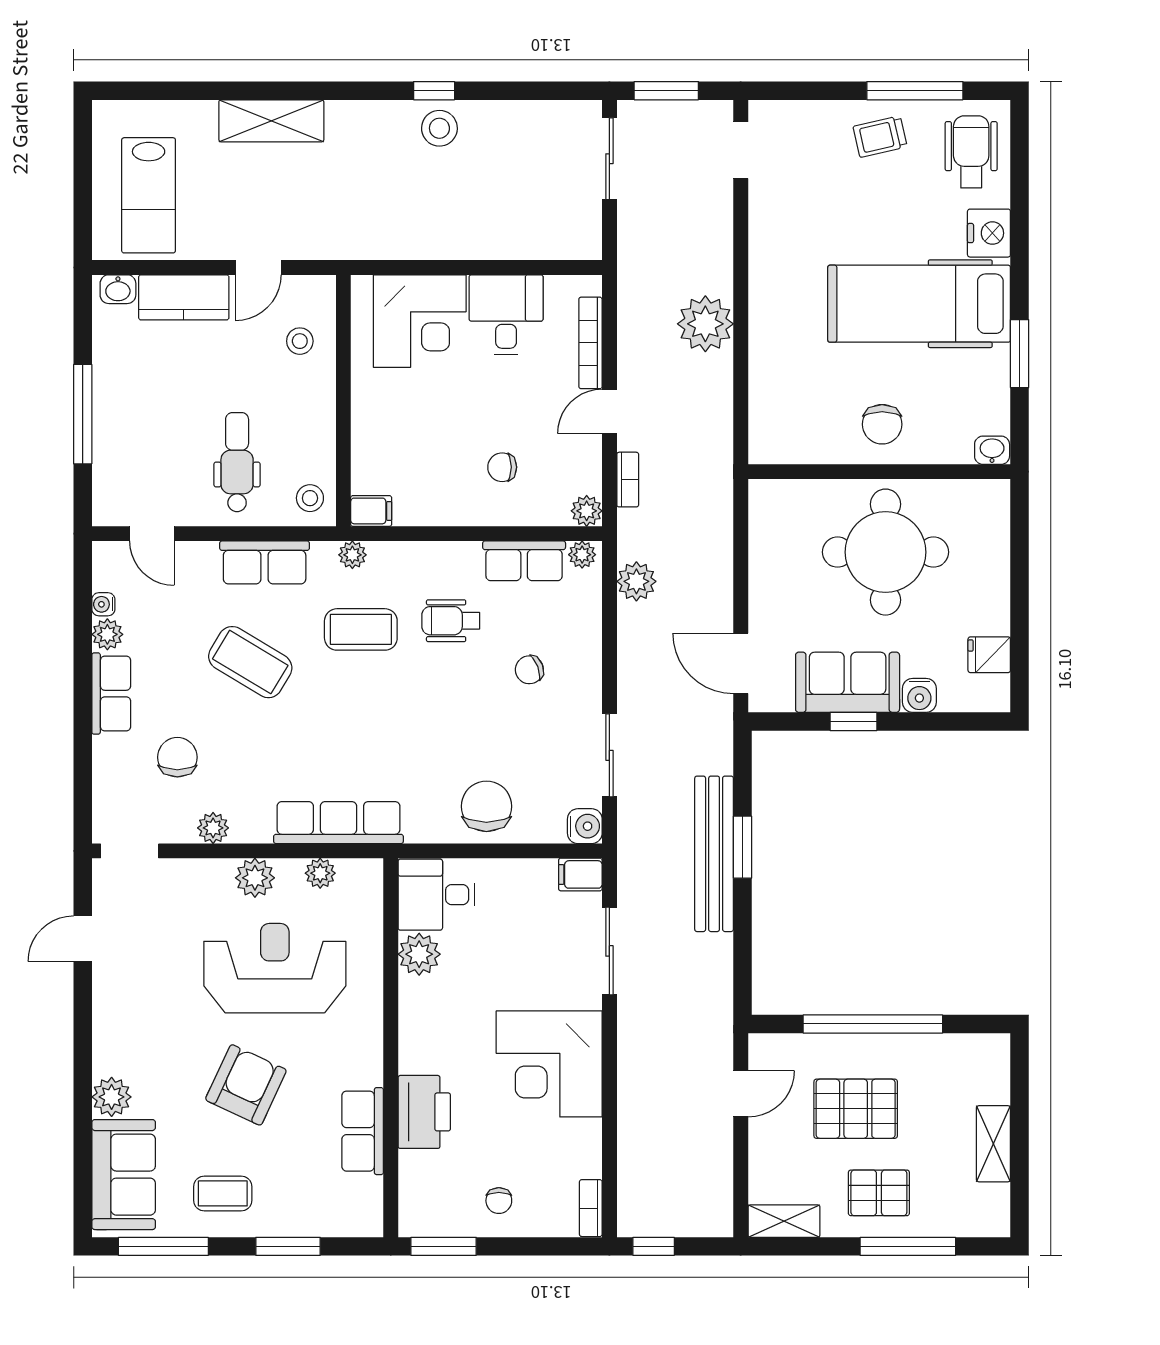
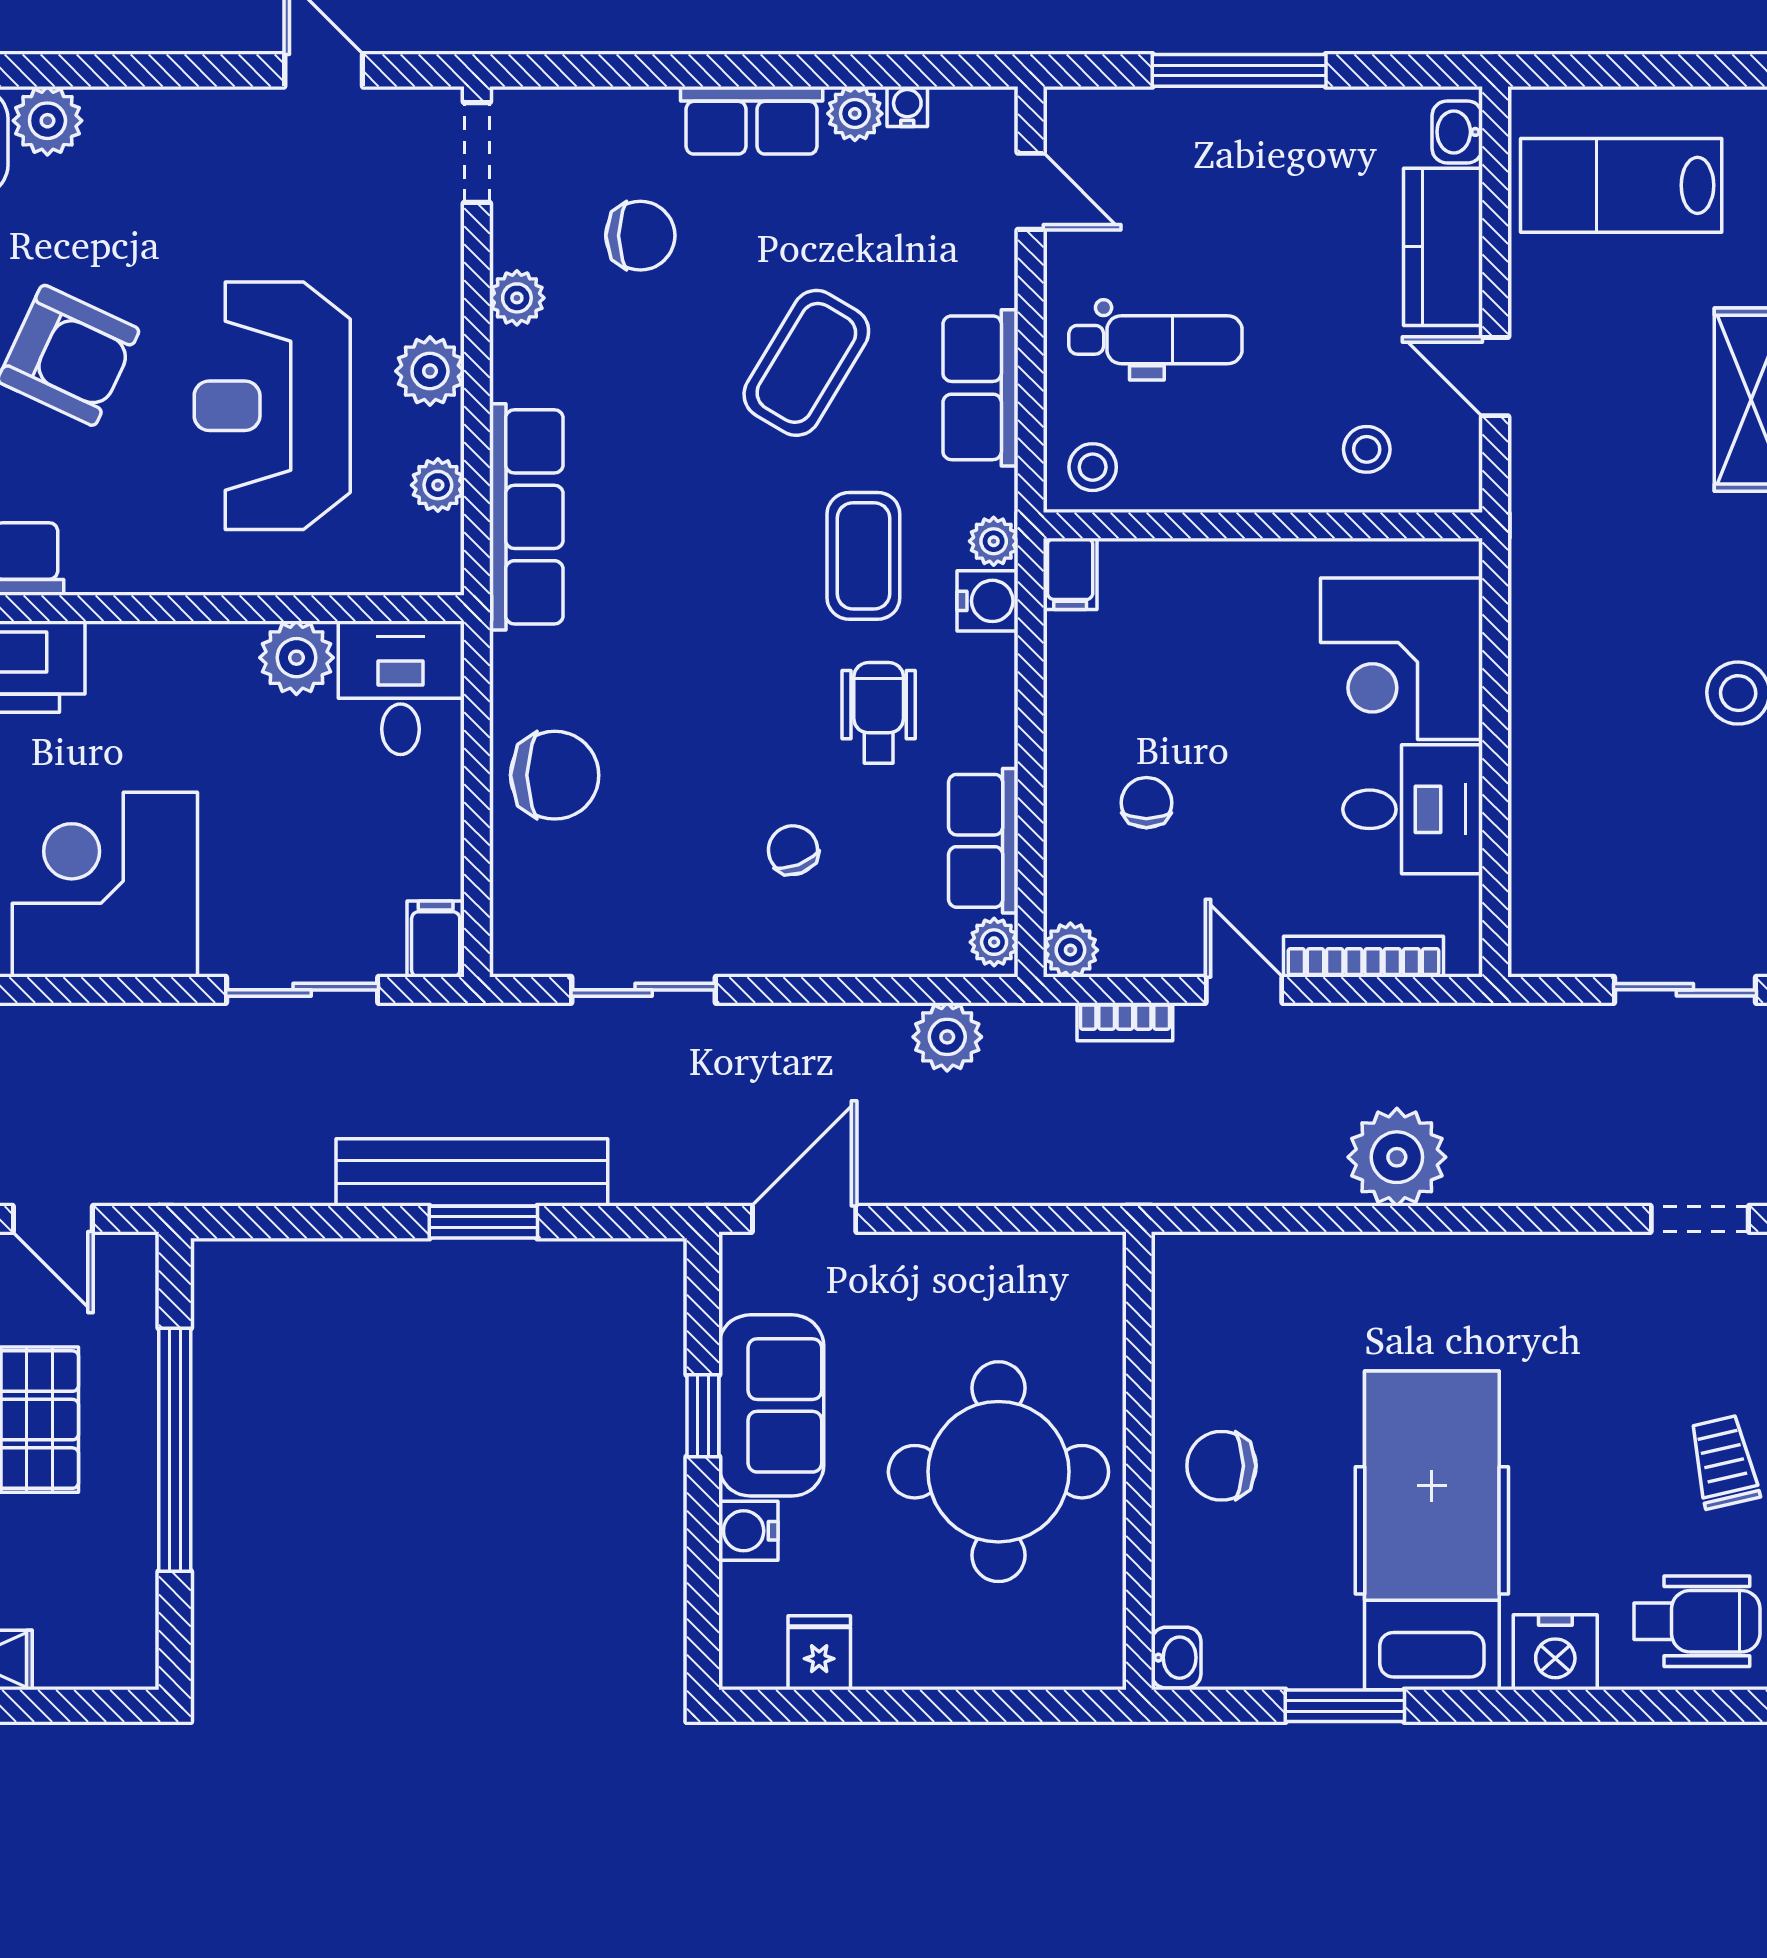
door: (152, 534) -> (1031, 191), swing flipped
water cooler: (585, 826) -> (987, 601), moved, turned -90
reception desk: (275, 968) -> (272, 406), turned 180

